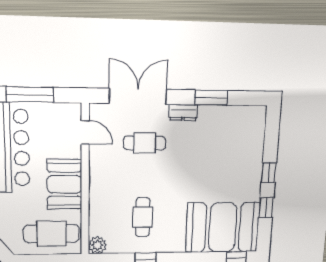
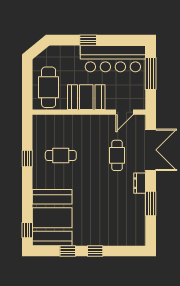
plant: (97, 245) -> (39, 122), removed

